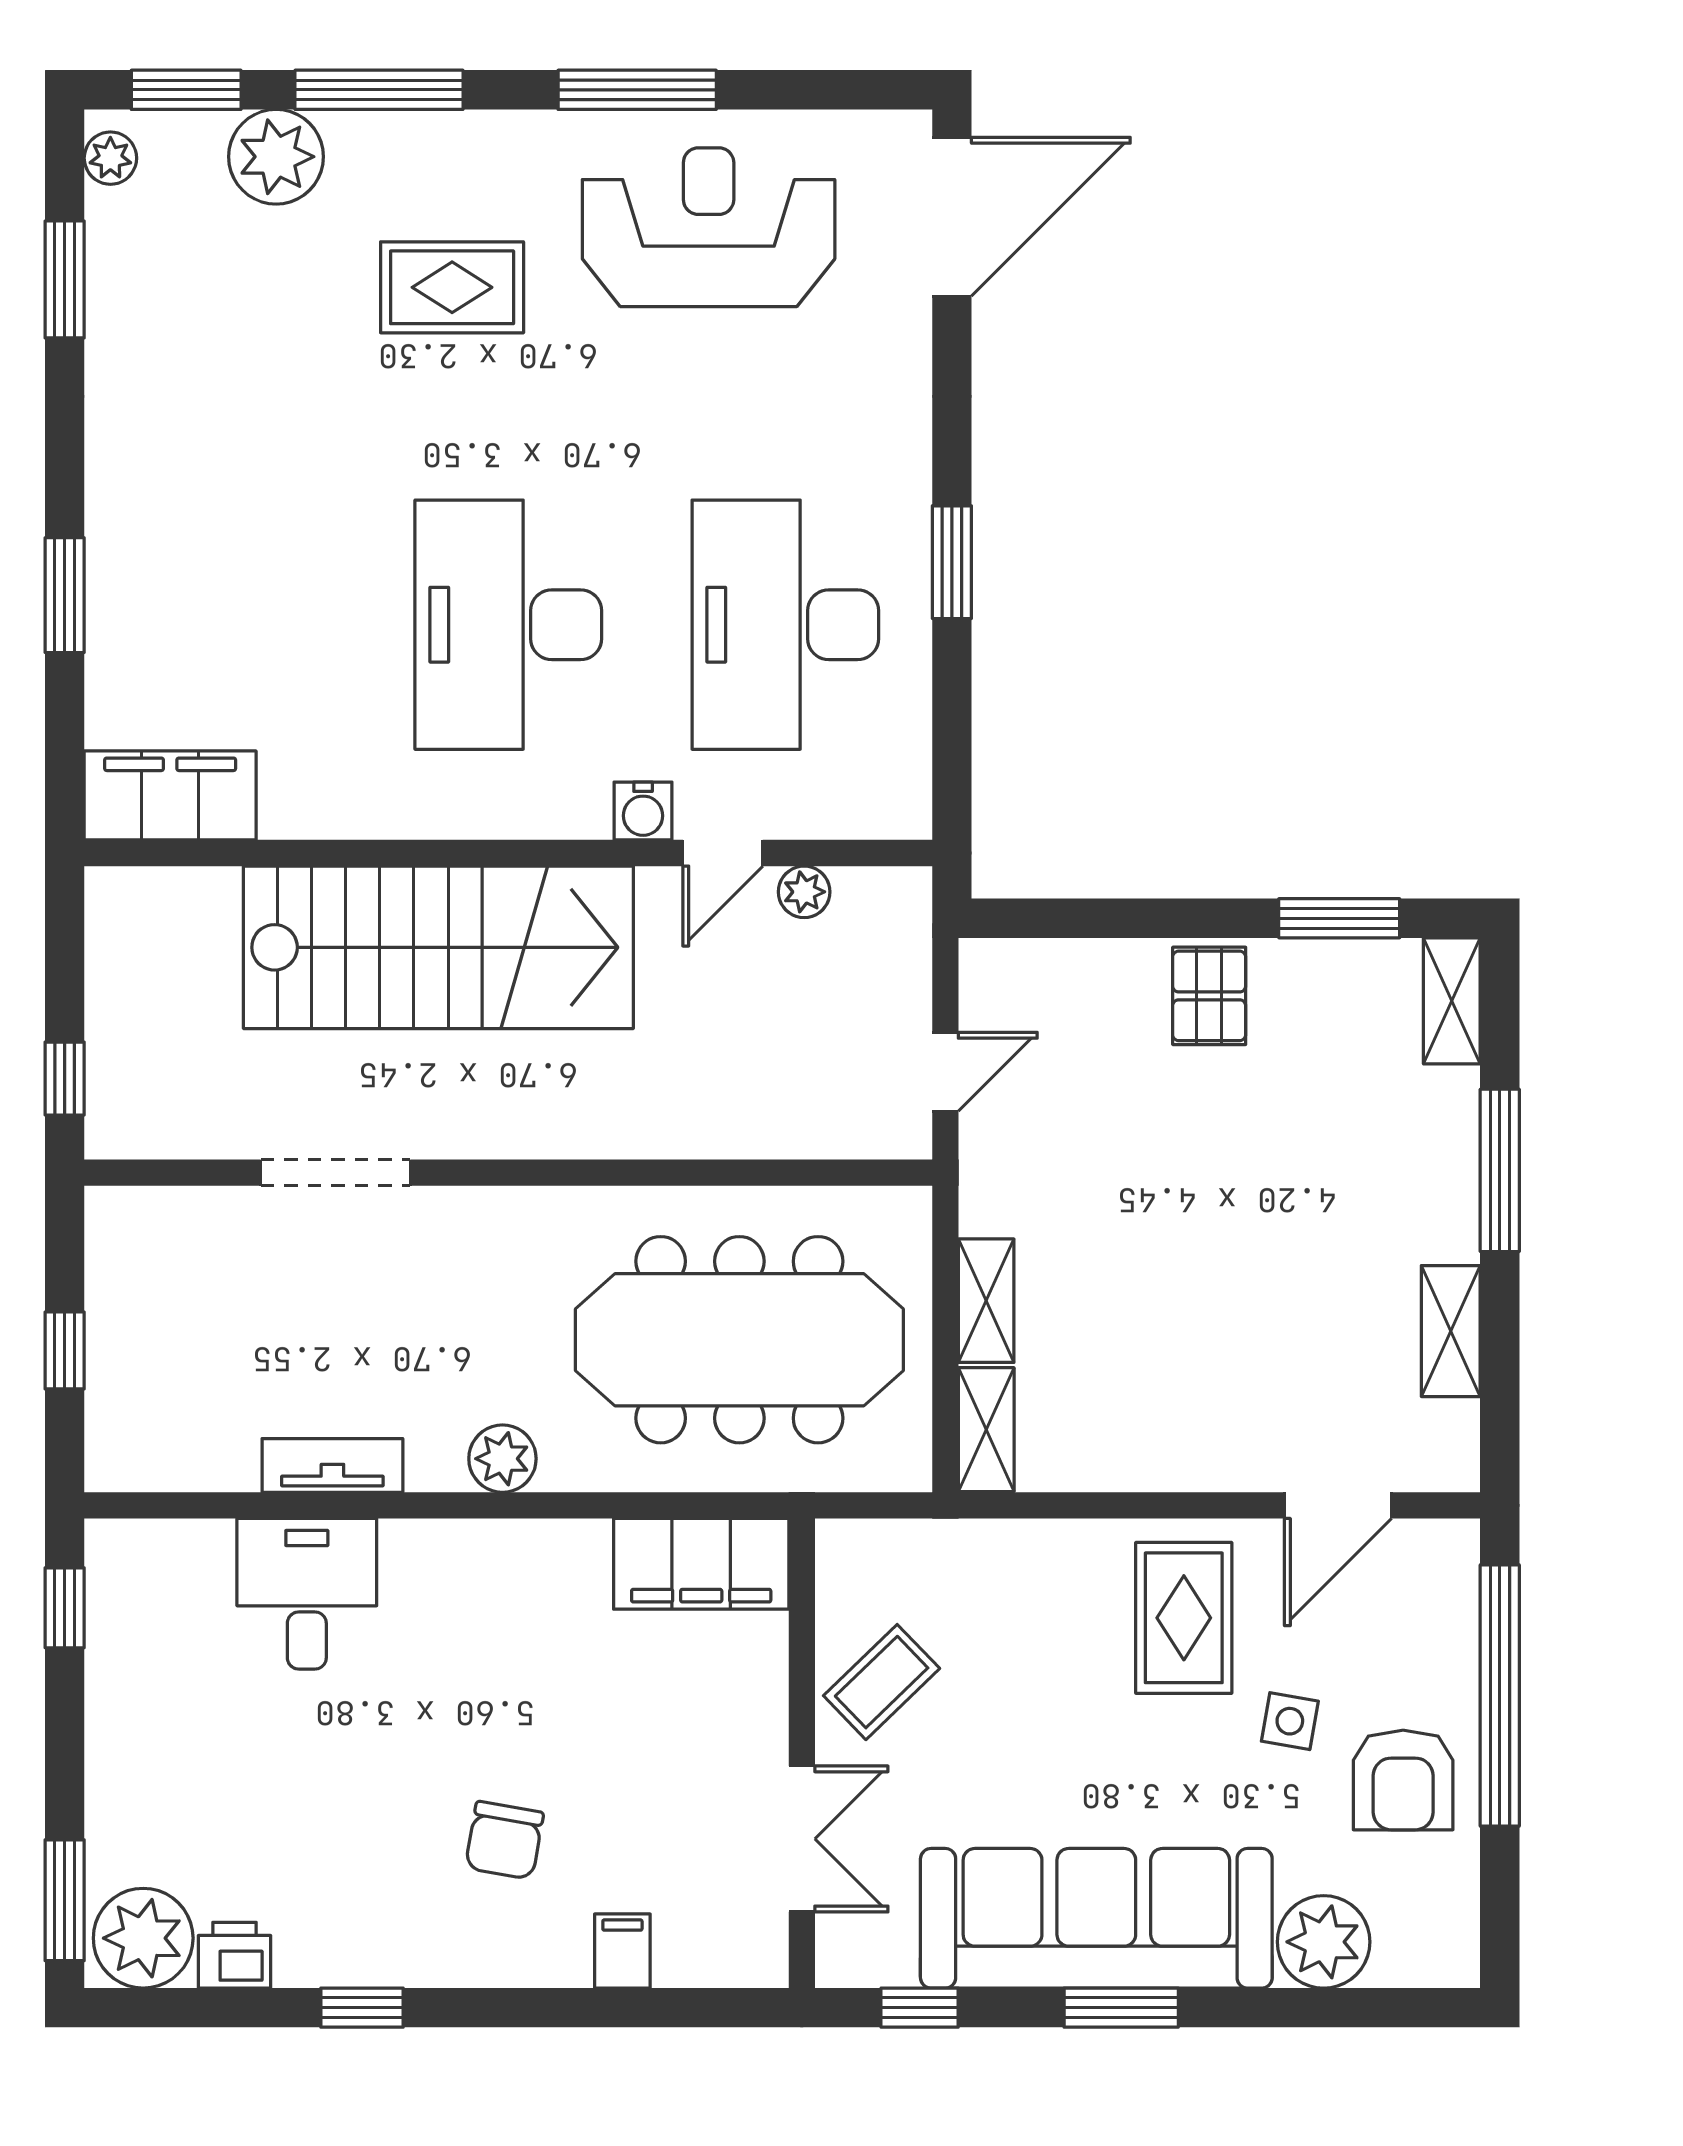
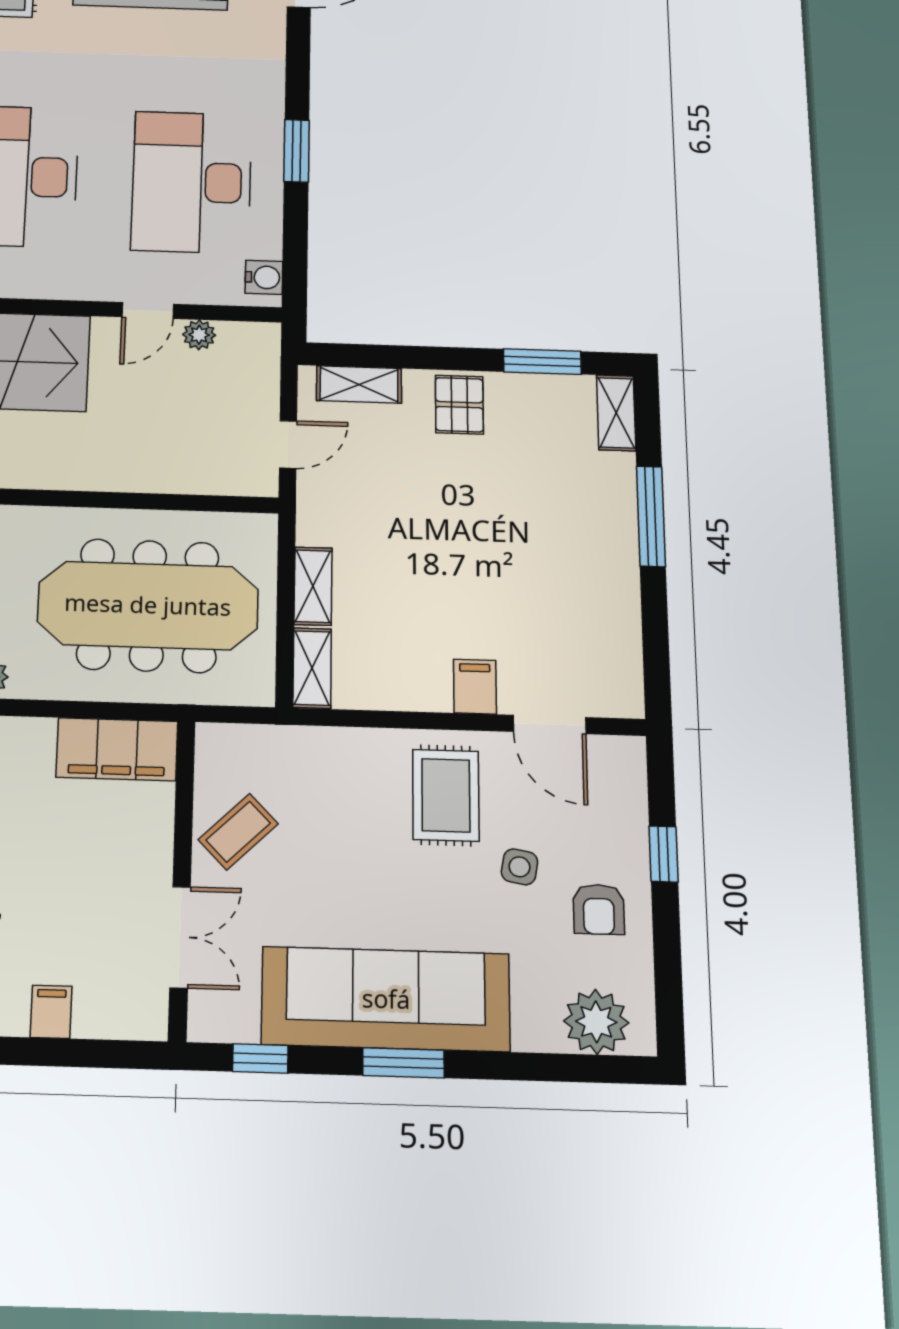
water cooler: (643, 811) -> (264, 277), moved, turned -90
shelving: (1451, 1331) -> (359, 384), moved, turned 90
filing cabinet: (1228, 1450) -> (475, 687), added
door: (1338, 1505) -> (550, 724), hinge flipped
window: (1500, 1695) -> (664, 854), width x0.32
armchair: (1403, 1780) -> (599, 909), width x0.72, depth x0.72
plant: (1324, 1942) -> (596, 1022), moved

